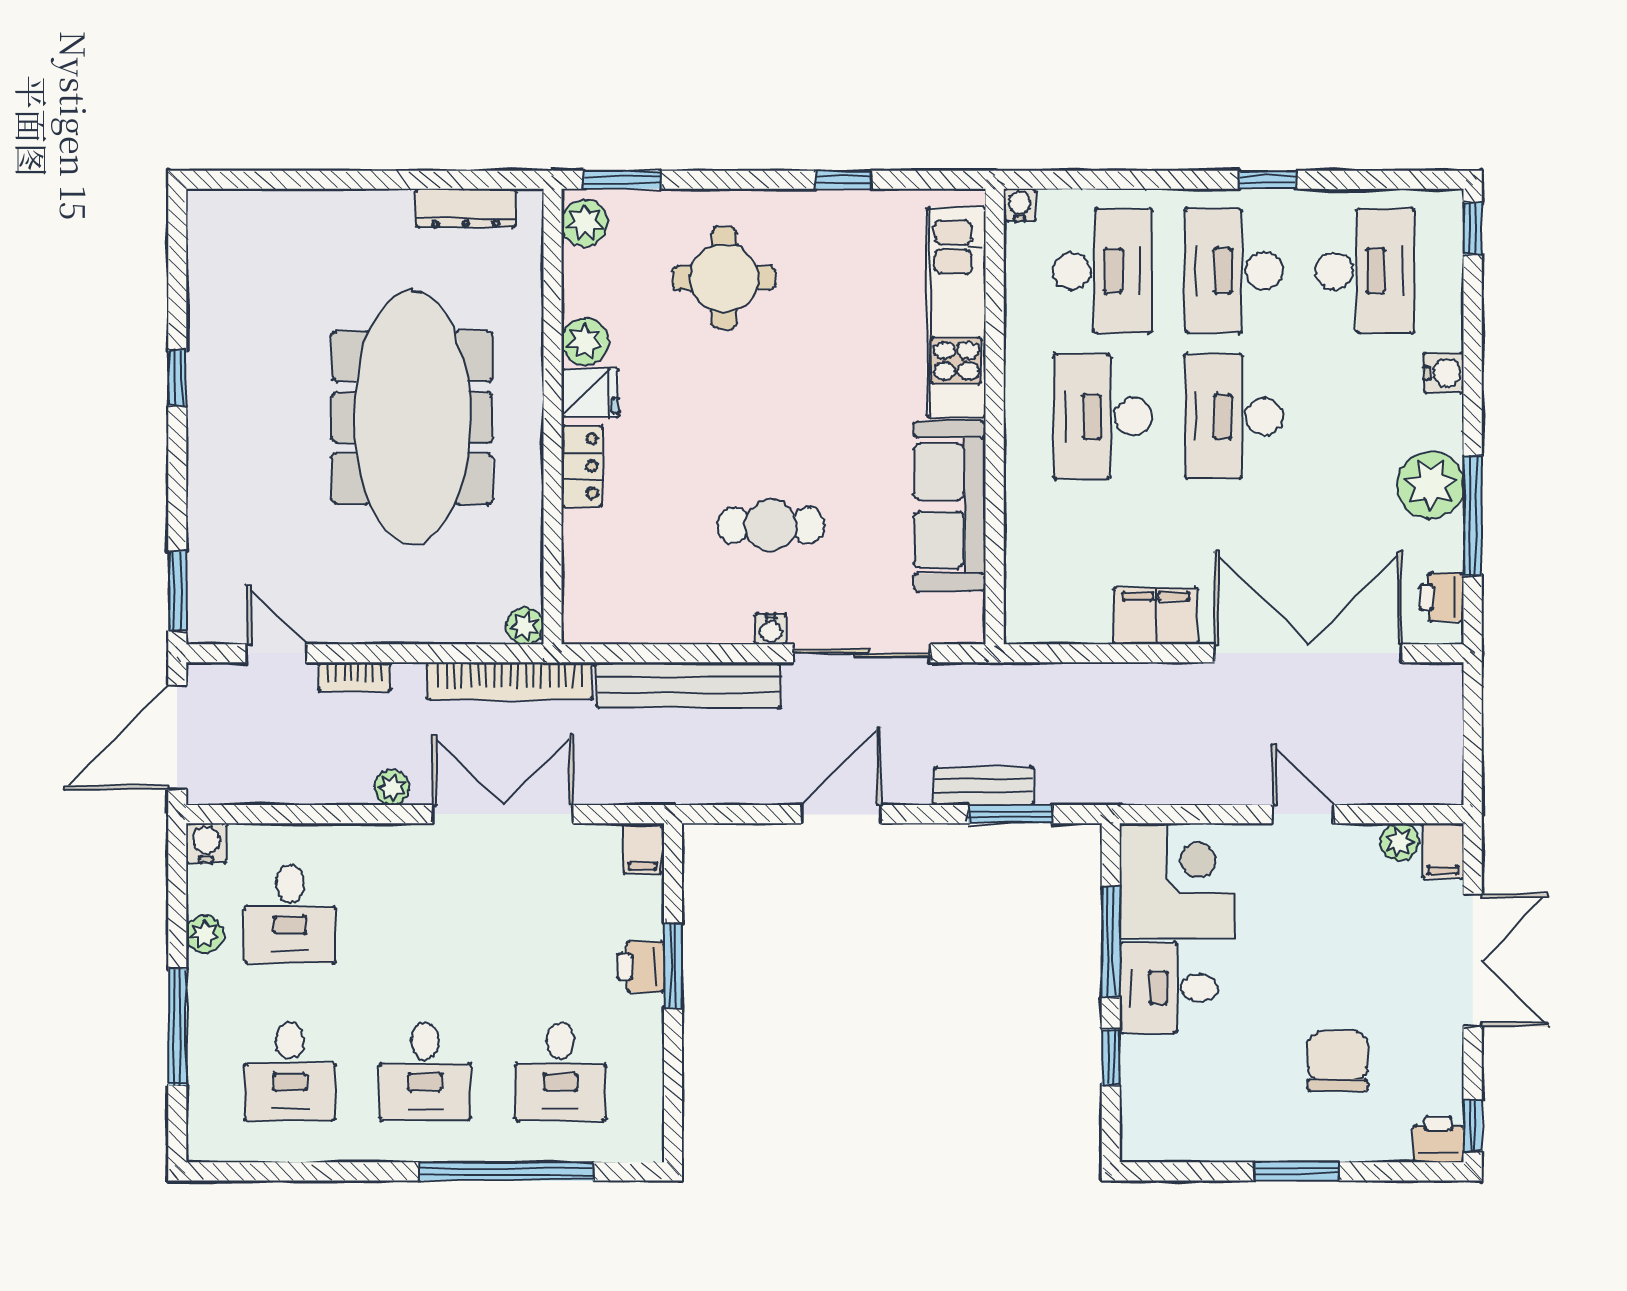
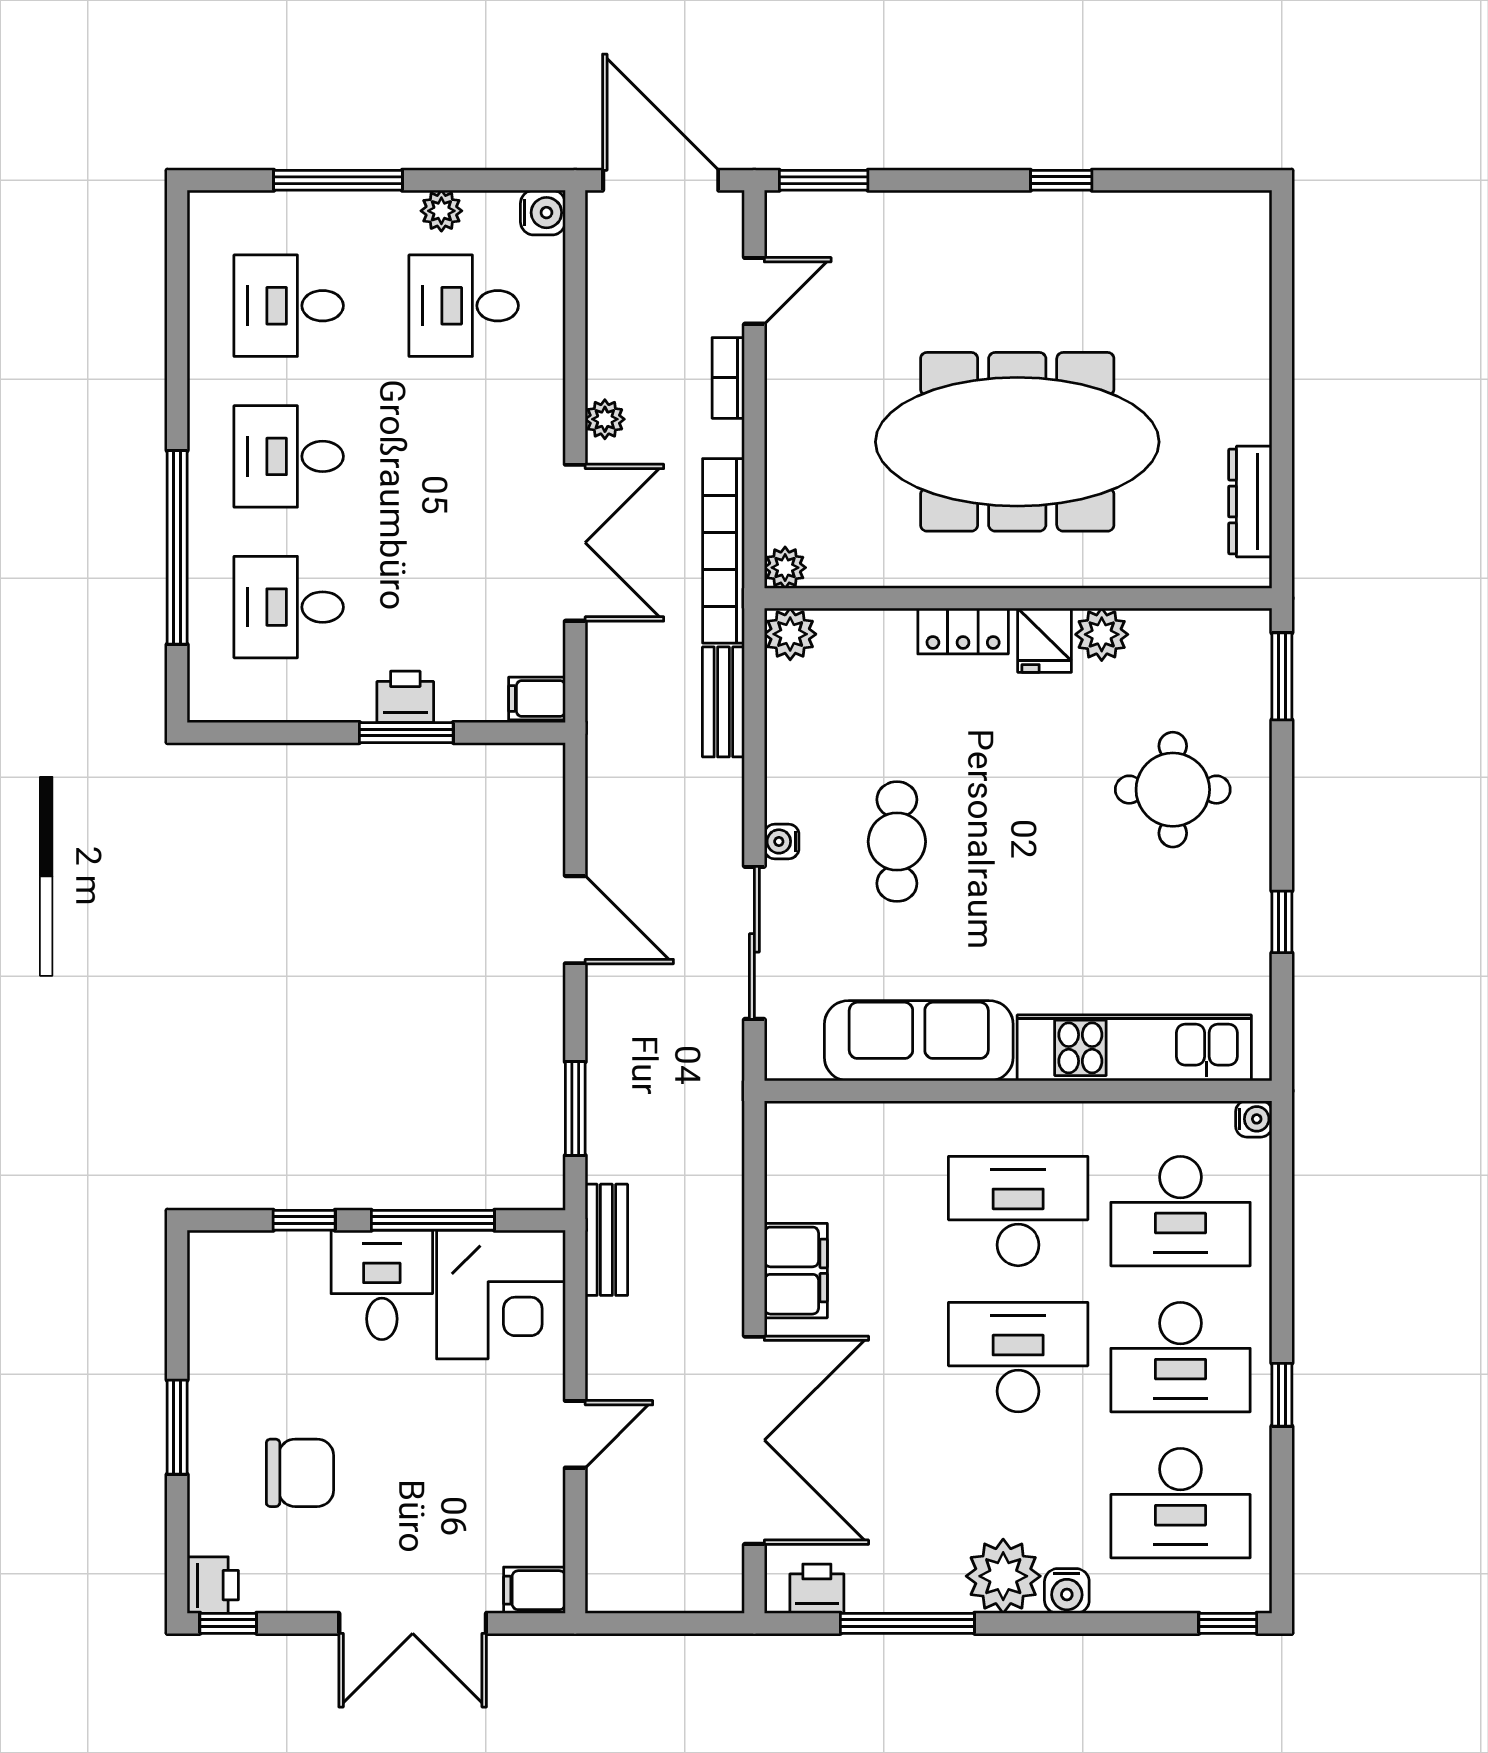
plant: (585, 223) -> (790, 634), moved
desk: (1234, 271) -> (1180, 1357), turned 180
plant: (1430, 485) -> (1003, 1576), moved
bench: (688, 685) -> (723, 702), width x0.54, depth x0.82
bench: (983, 786) -> (606, 1240), moved
plant: (1400, 842) -> (544, 1542), removed

